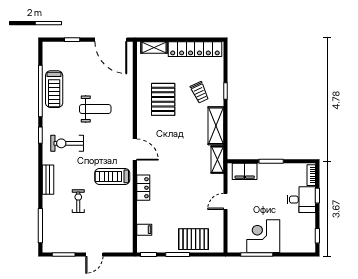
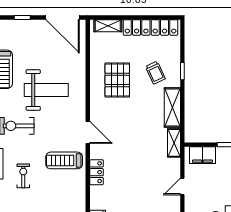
weight bench: (95, 109) -> (46, 90), width x1.36, depth x1.33
exercise bike: (78, 201) -> (23, 176), moved

